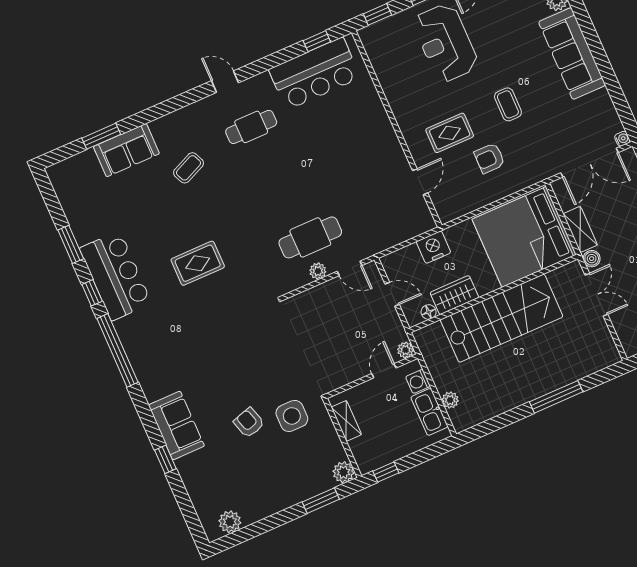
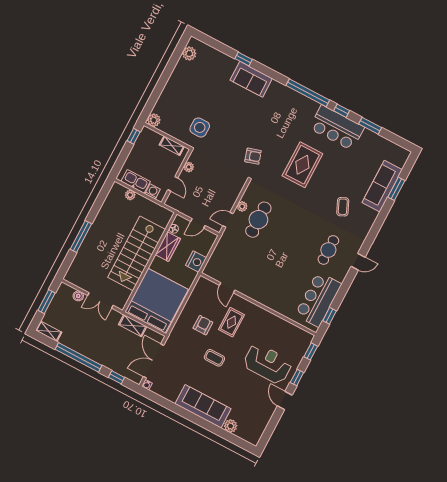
sofa: (126, 150) -> (382, 186), width x1.36
boiler: (592, 259) -> (78, 296), moved
rug: (198, 263) -> (302, 165), width x1.36, depth x1.43
plant: (405, 350) -> (189, 167), moved
armchair: (249, 423) -> (253, 156), moved
window: (321, 501) -> (154, 98), removed

